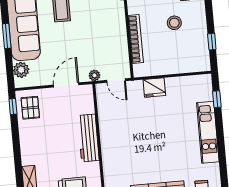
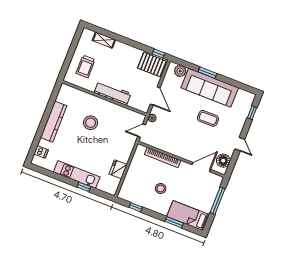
fridge: (154, 88) -> (118, 169), moved
window: (217, 99) -> (84, 187), moved
pallet: (30, 108) -> (152, 65), width x1.50, depth x1.42
stool: (137, 147) -> (91, 123), added

